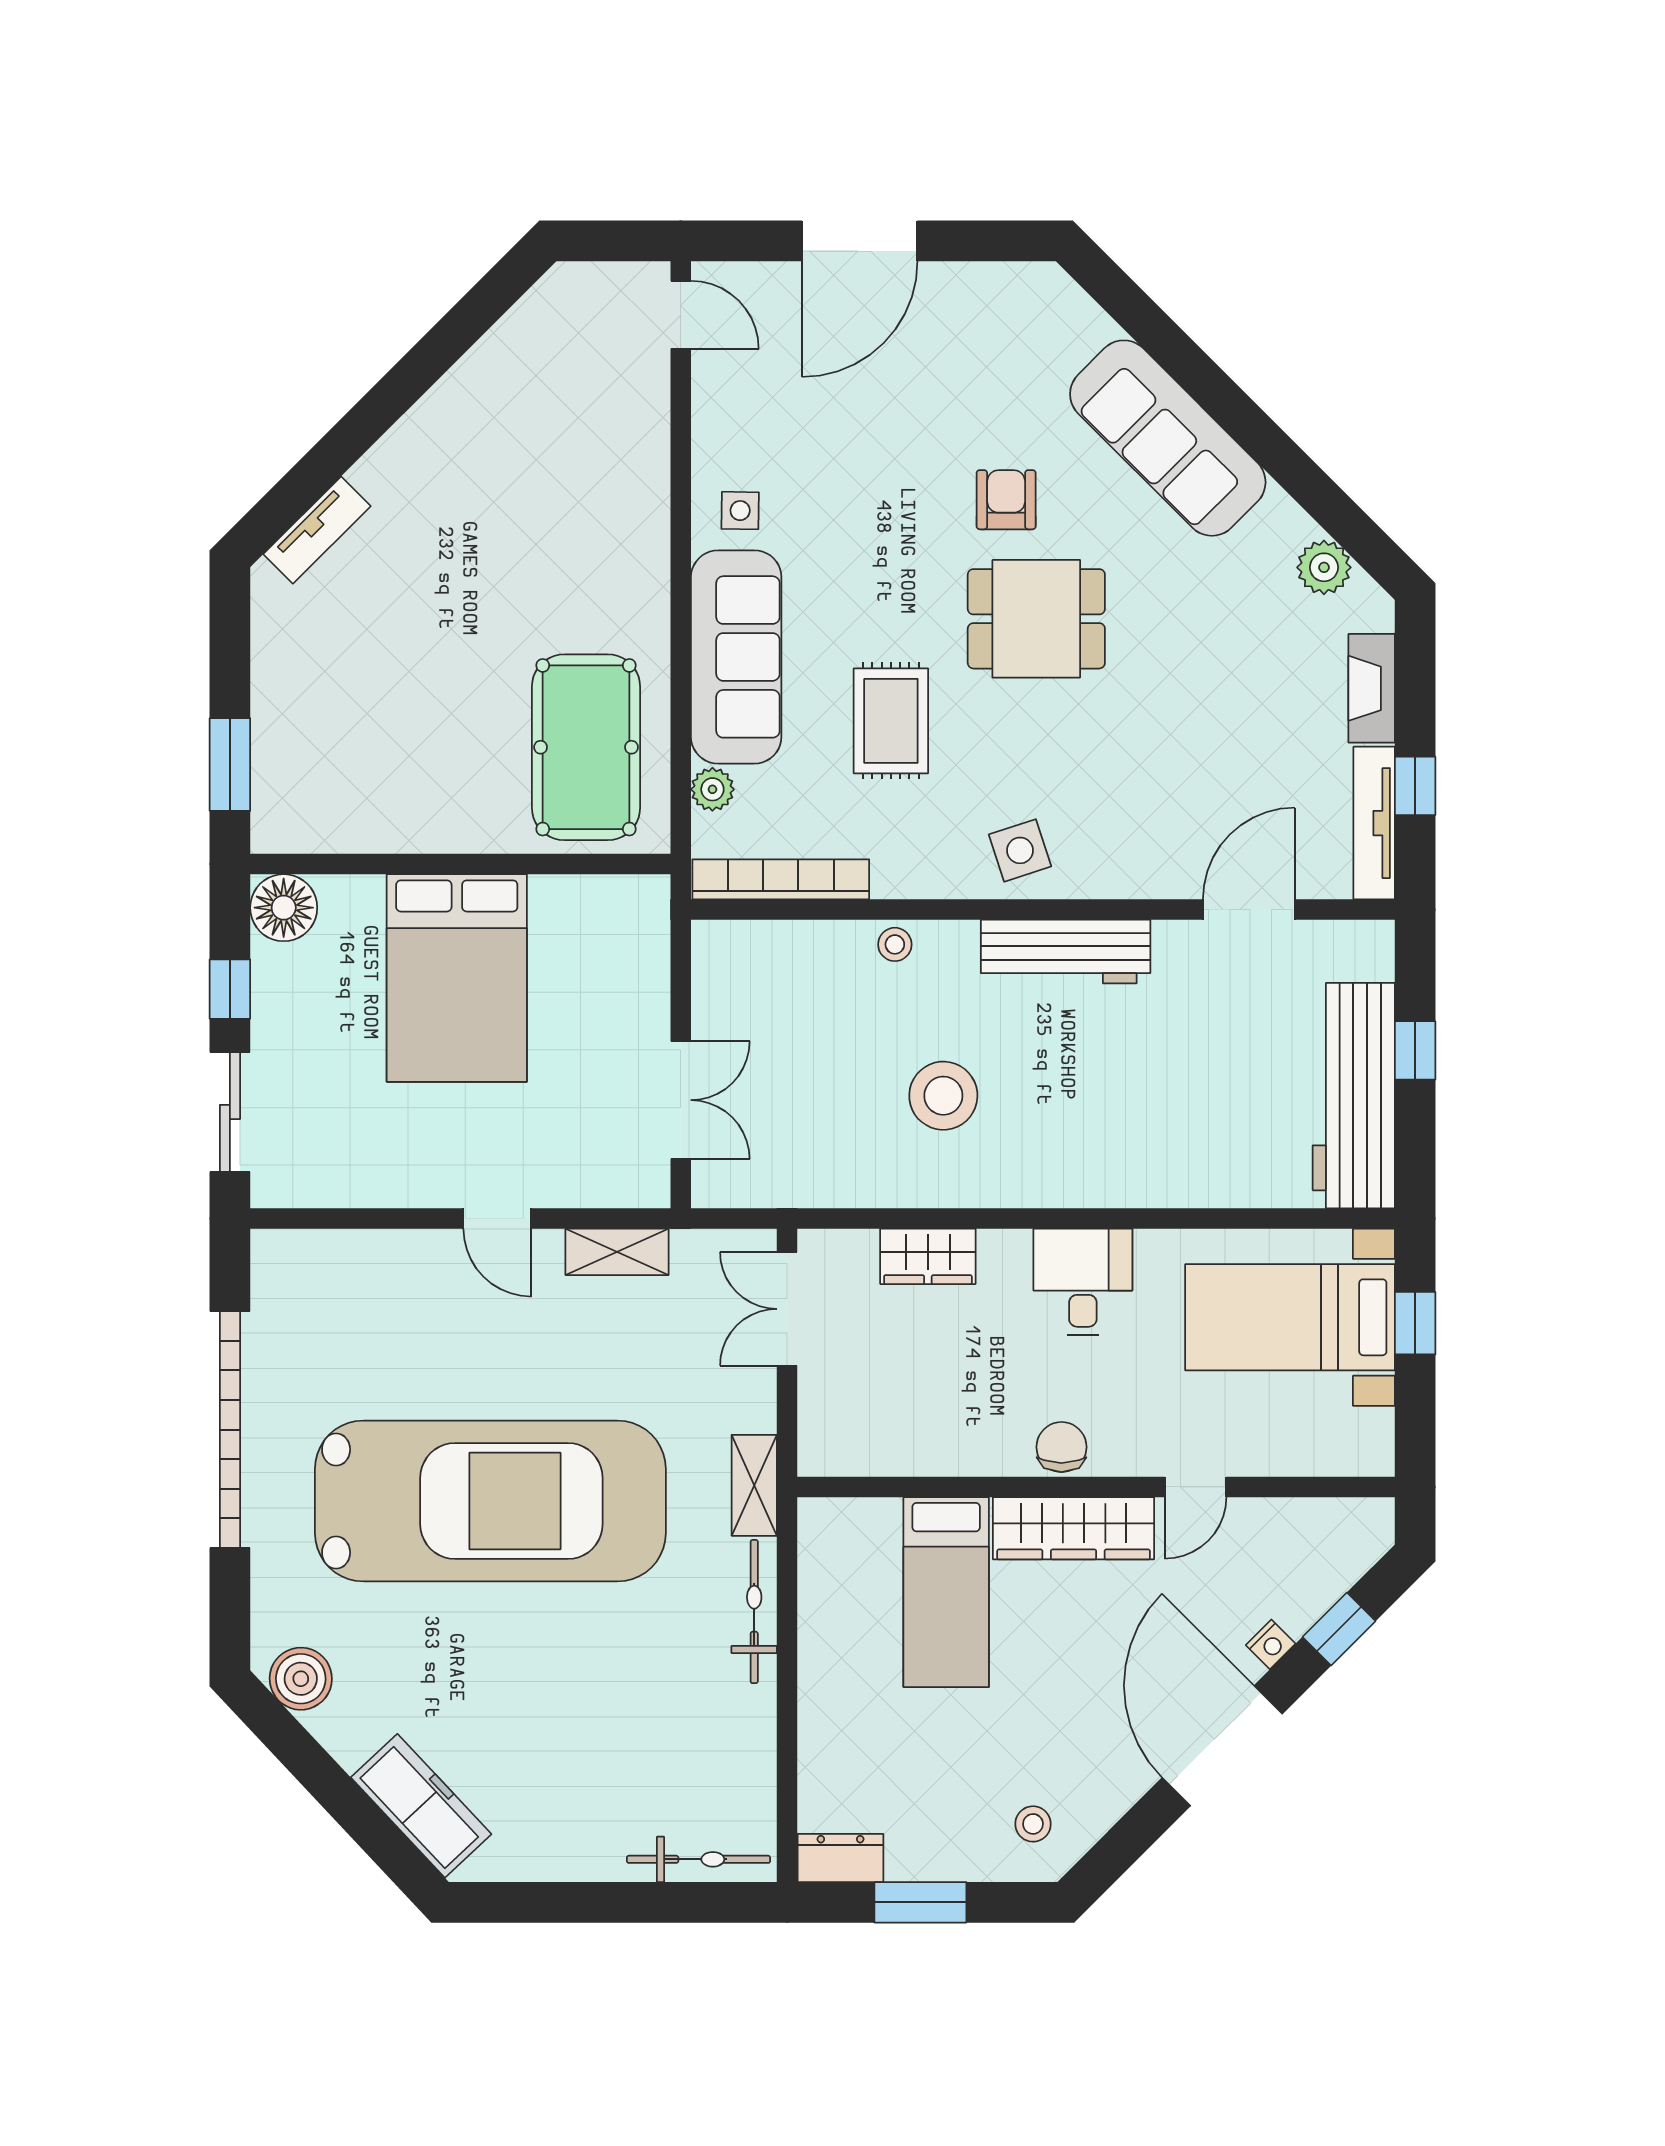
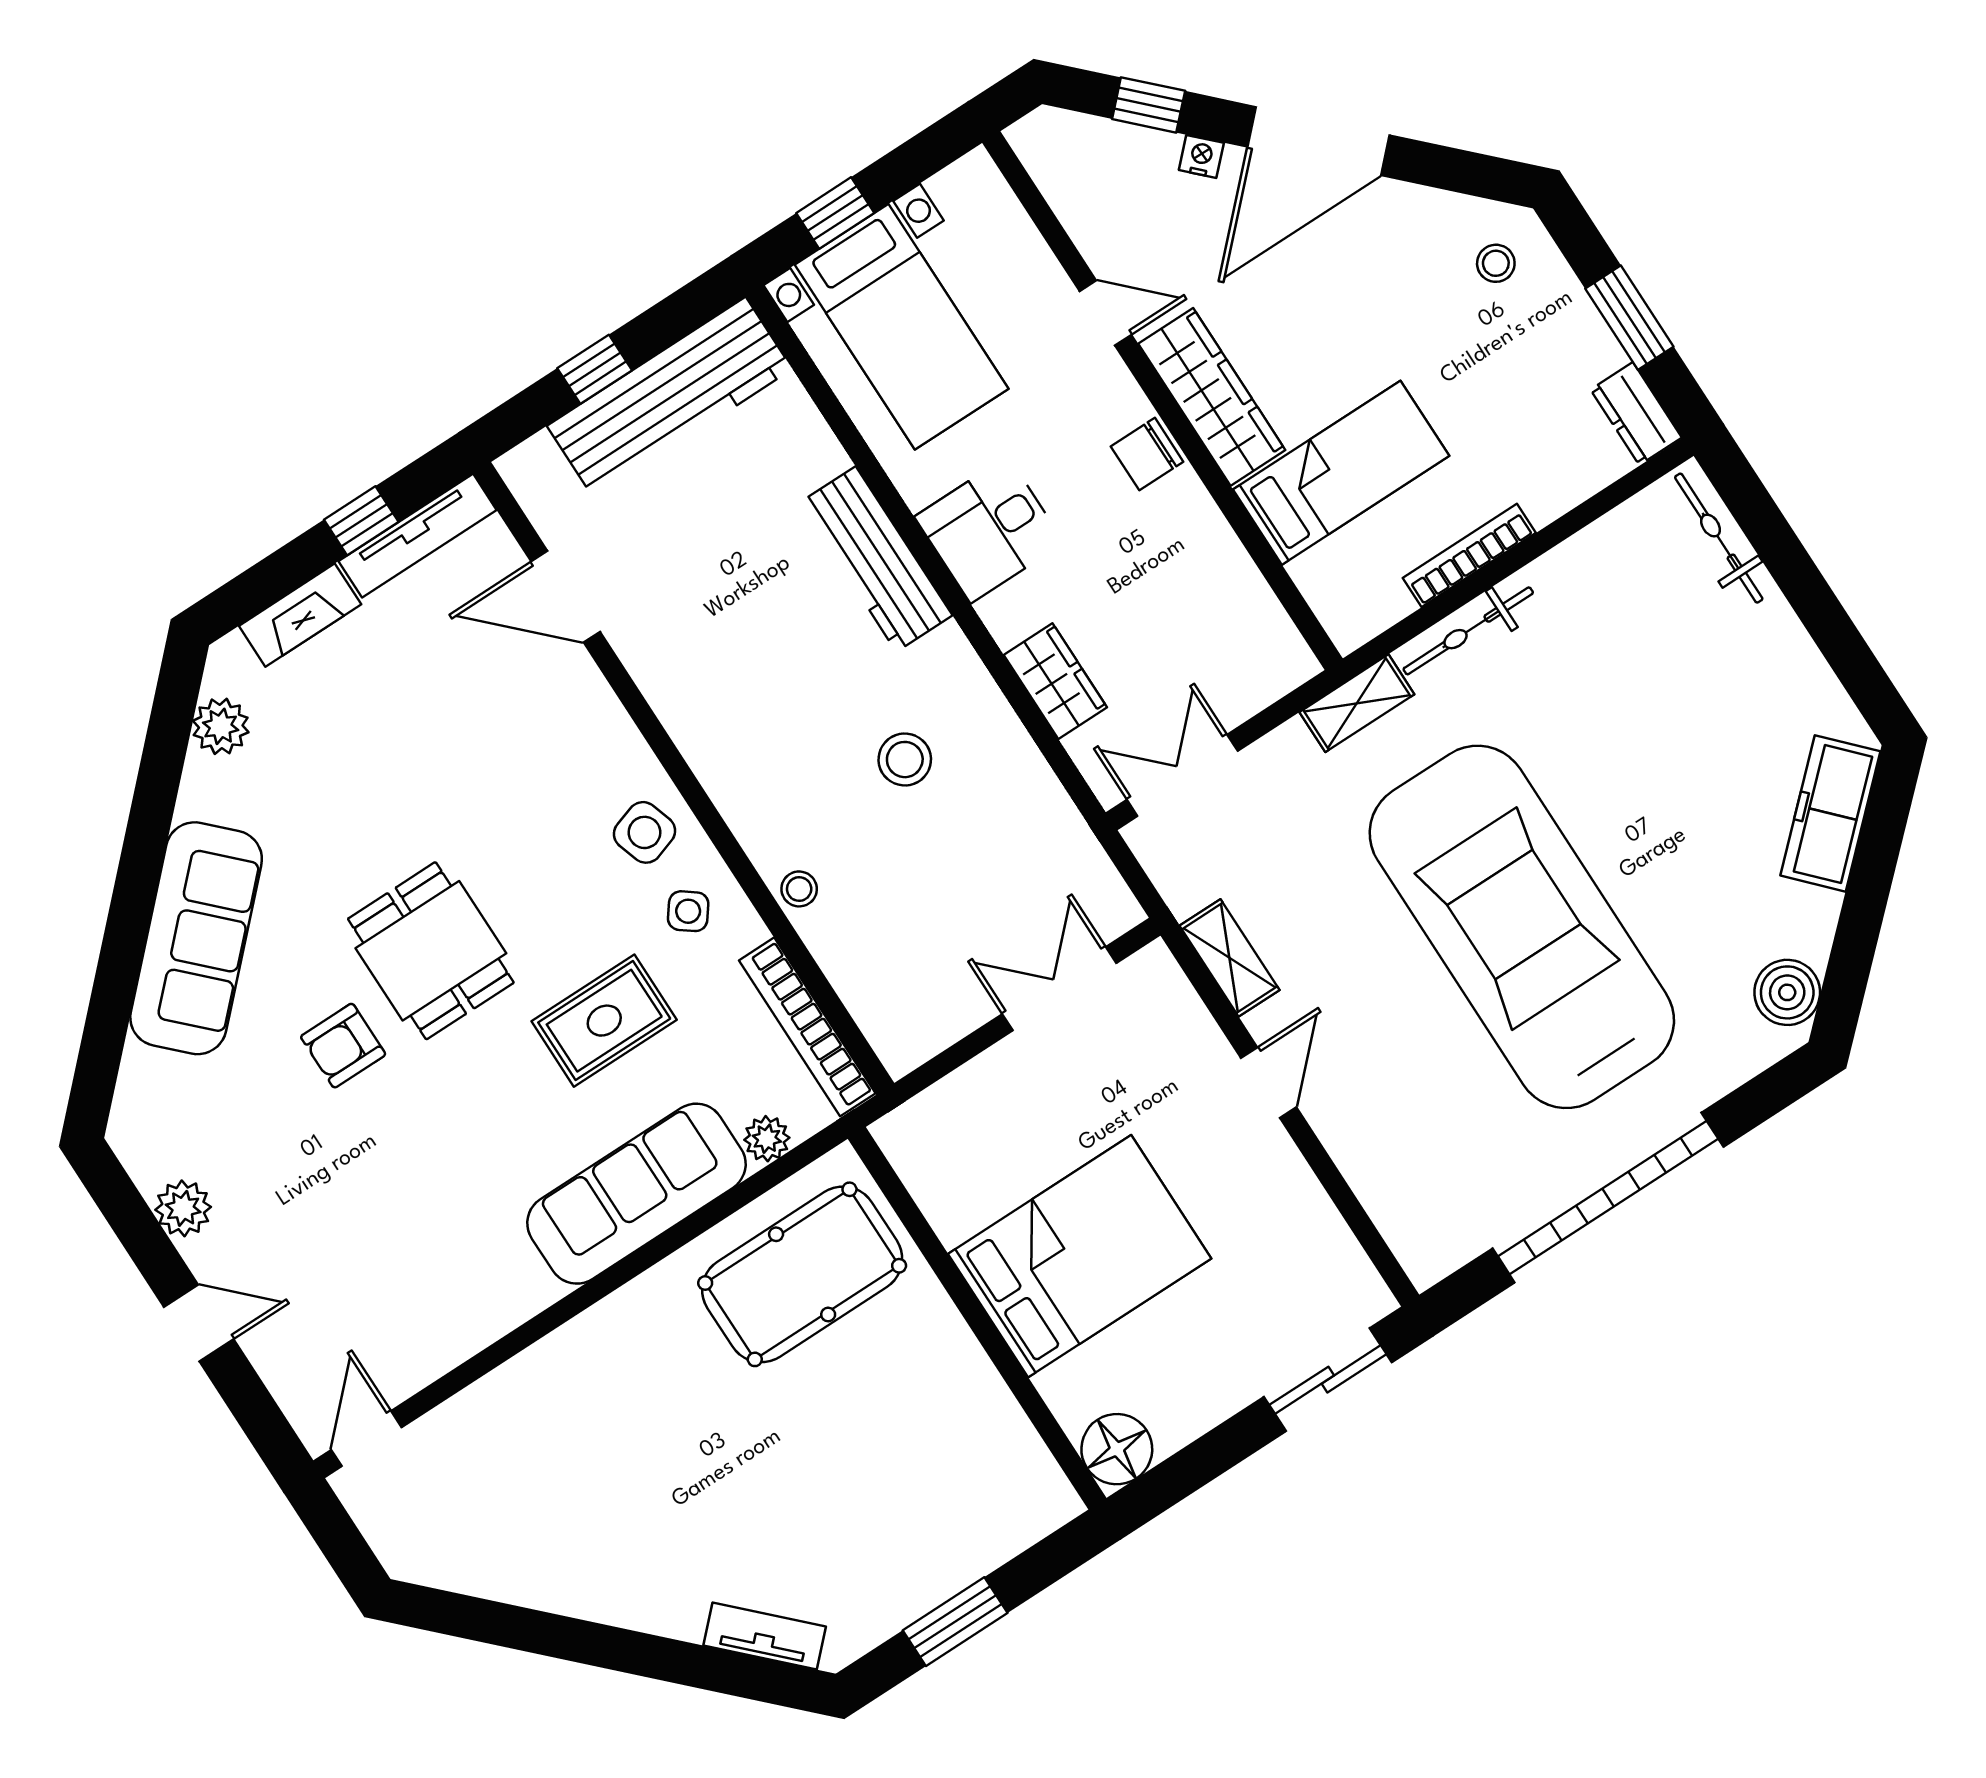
door: (860, 241) -> (199, 1323), width x0.53
plant: (959, 288) -> (183, 1208), added
side table: (740, 511) -> (688, 911), moved, turned 36
window: (230, 765) -> (955, 1622), moved
workbench: (1066, 952) -> (876, 559), moved, turned 180
window: (230, 989) -> (1219, 1450), removed
stool: (943, 1096) -> (905, 760), width x0.73, depth x0.73
double door: (787, 1309) -> (1182, 775), swing flipped
bookcase: (814, 1651) -> (1469, 555), added

